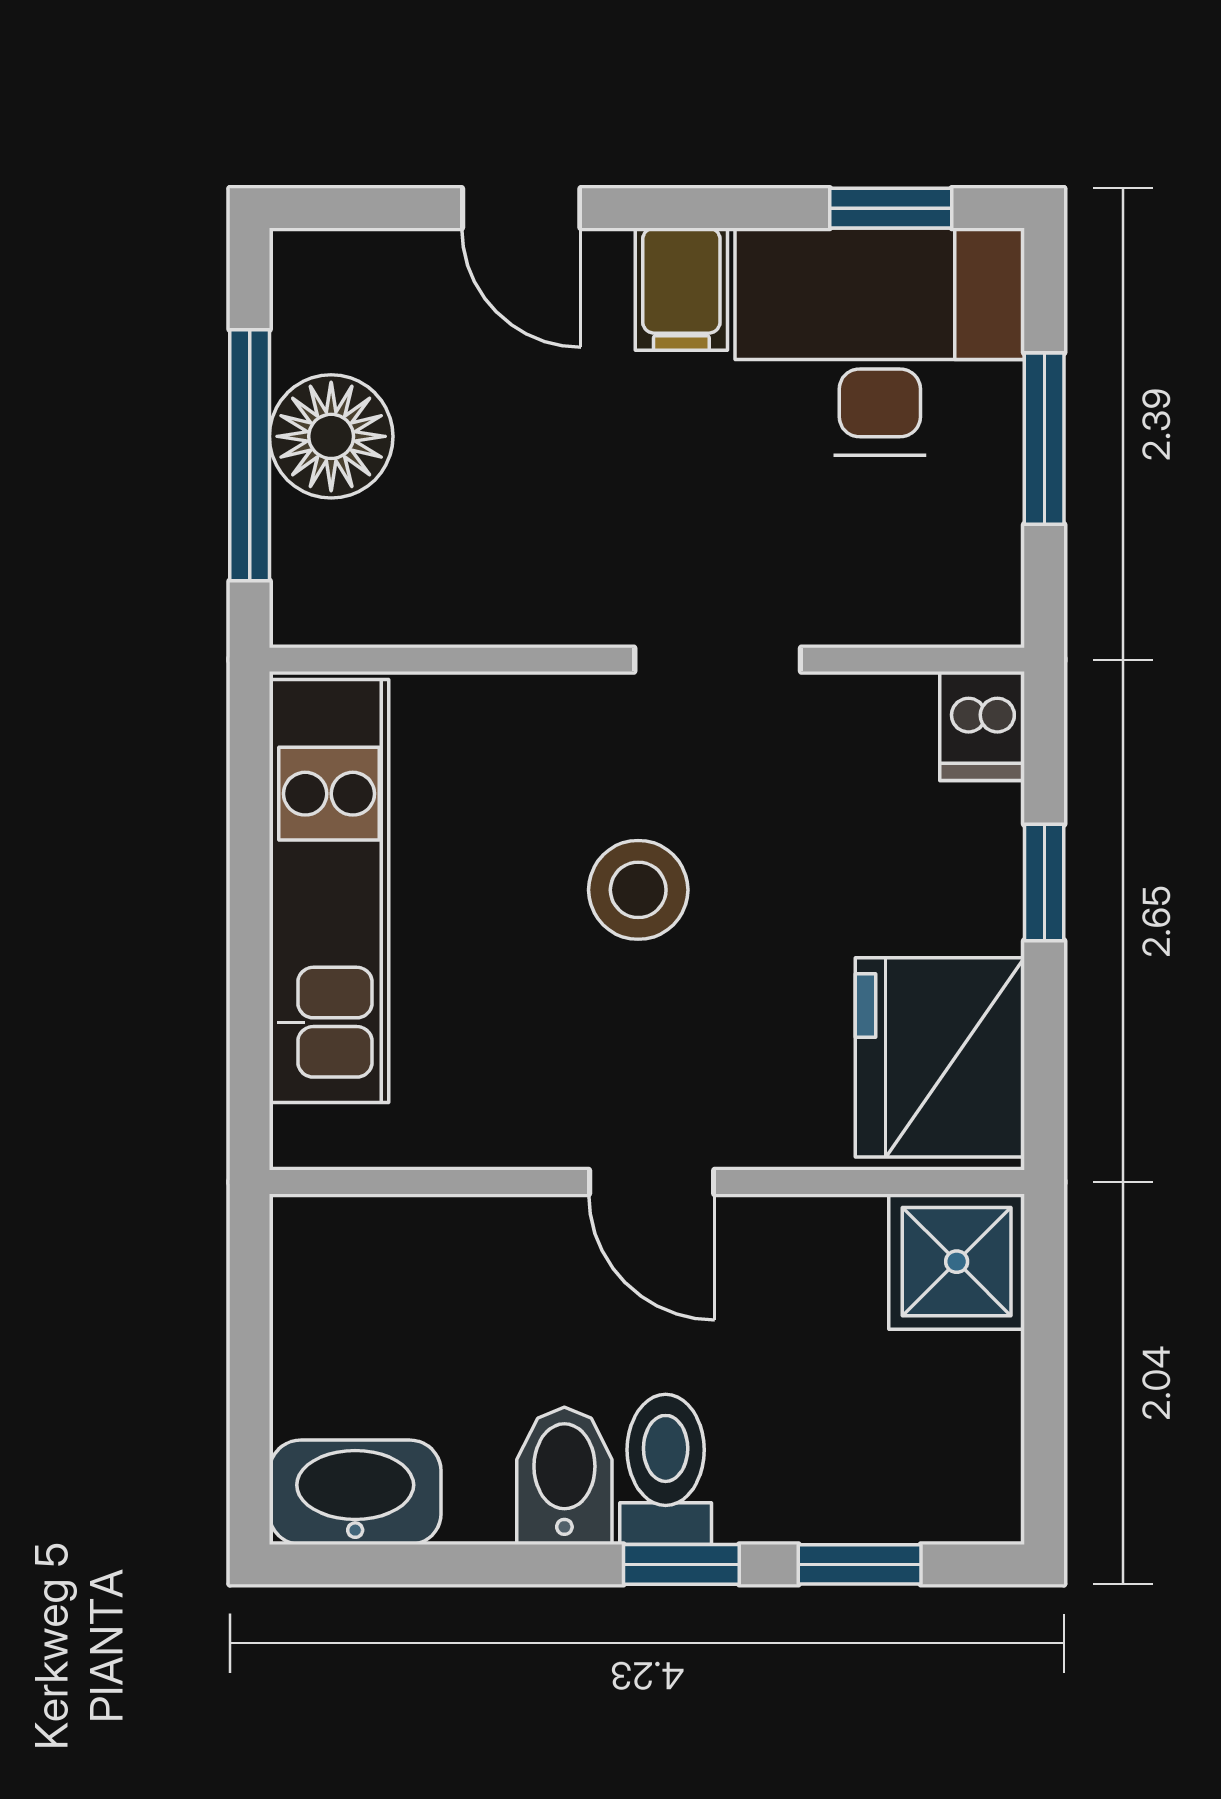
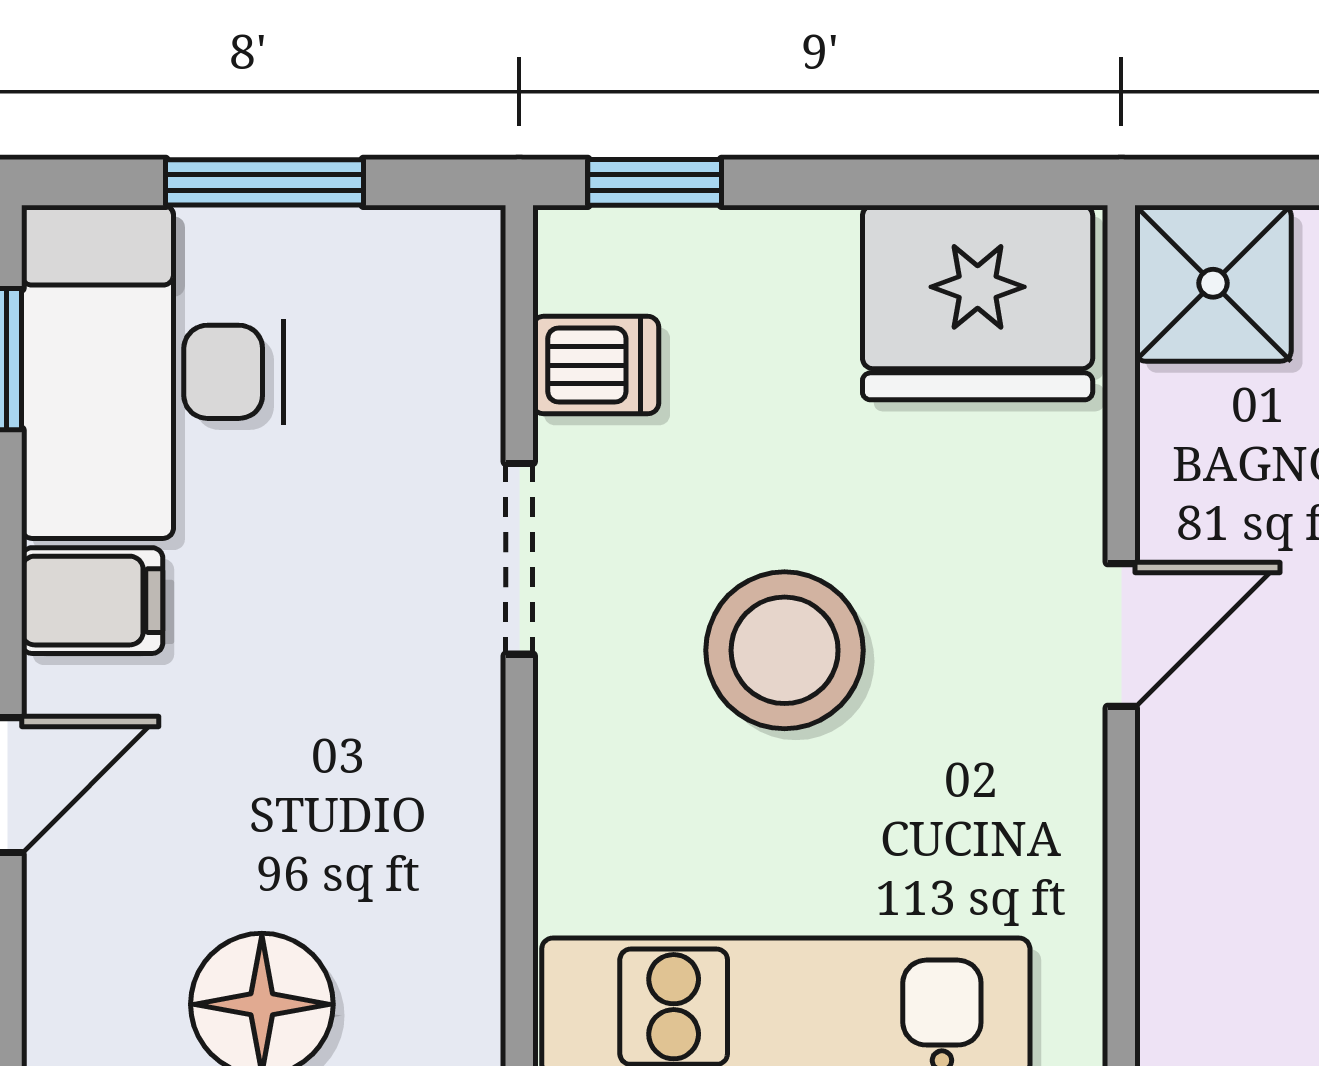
dishwasher: (982, 726) -> (596, 365), moved
window: (1044, 883) -> (655, 182), moved
stool: (638, 890) -> (785, 650), width x1.38, depth x1.38

